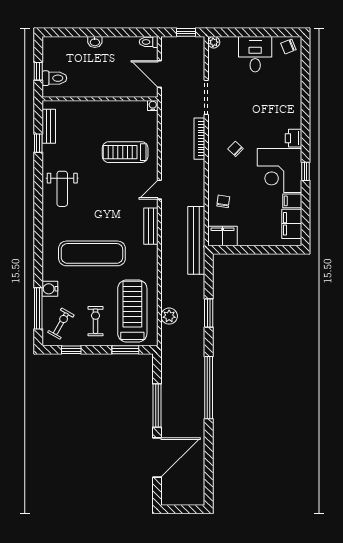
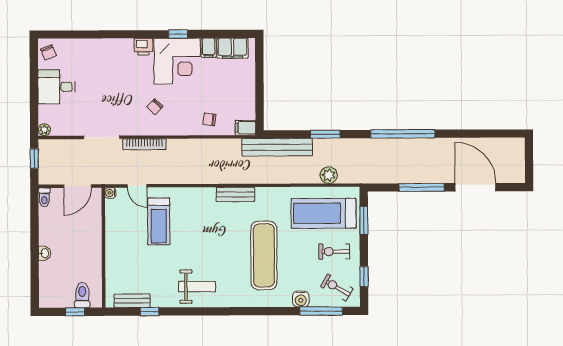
door: (159, 190) -> (137, 186), moved
filing cabinet: (223, 236) -> (245, 128), width x0.50
bench: (196, 240) -> (277, 147), moved

